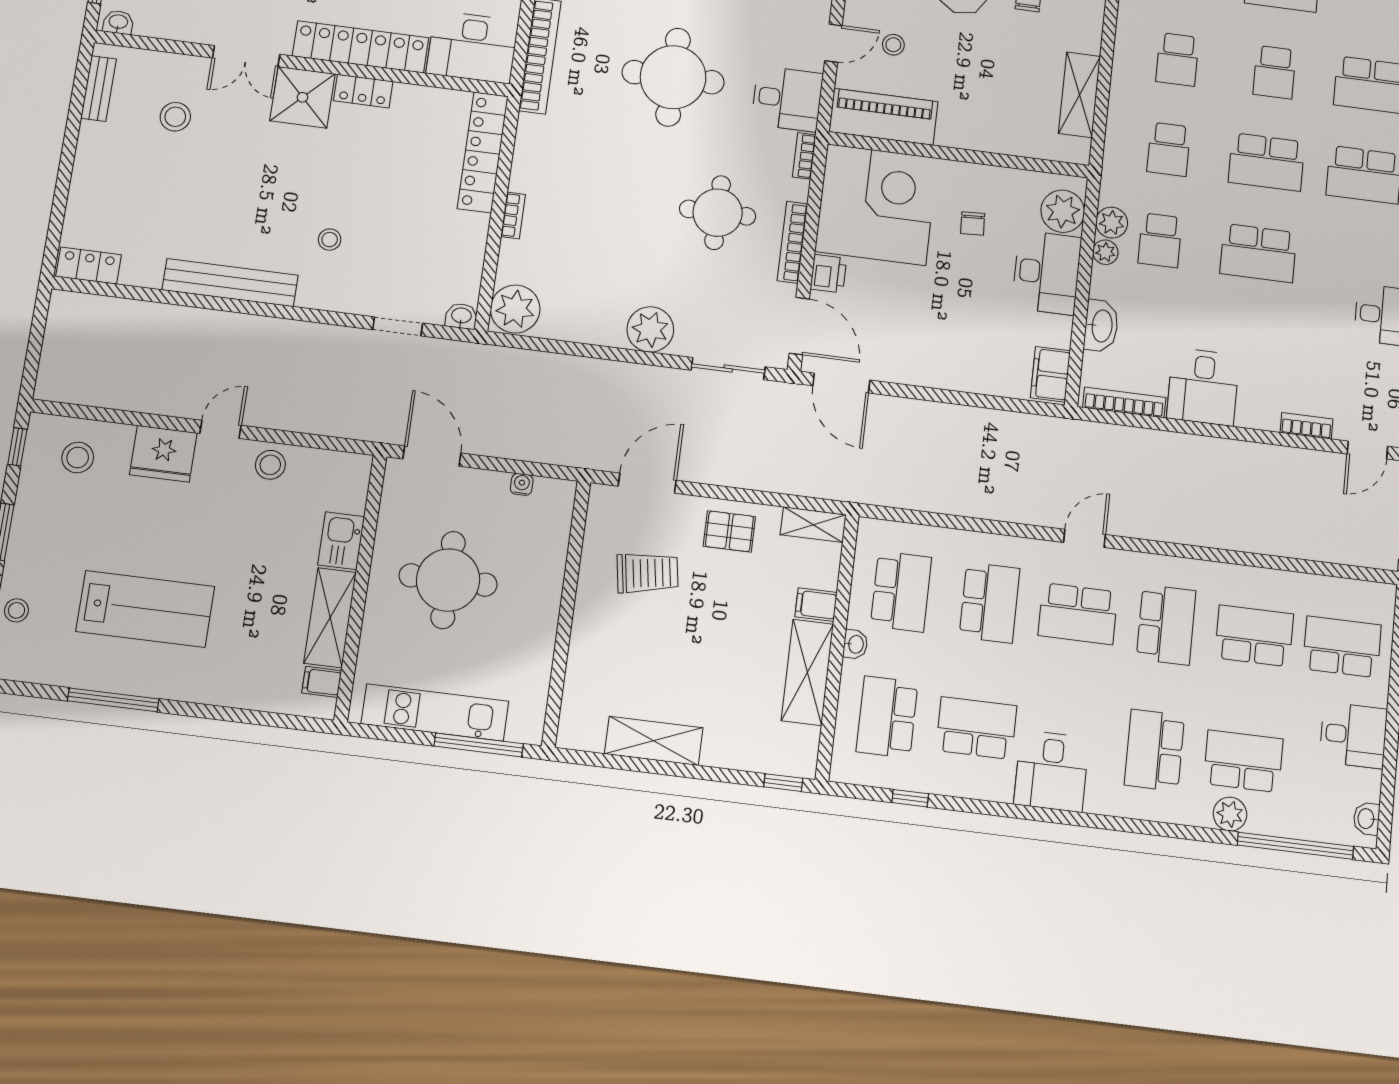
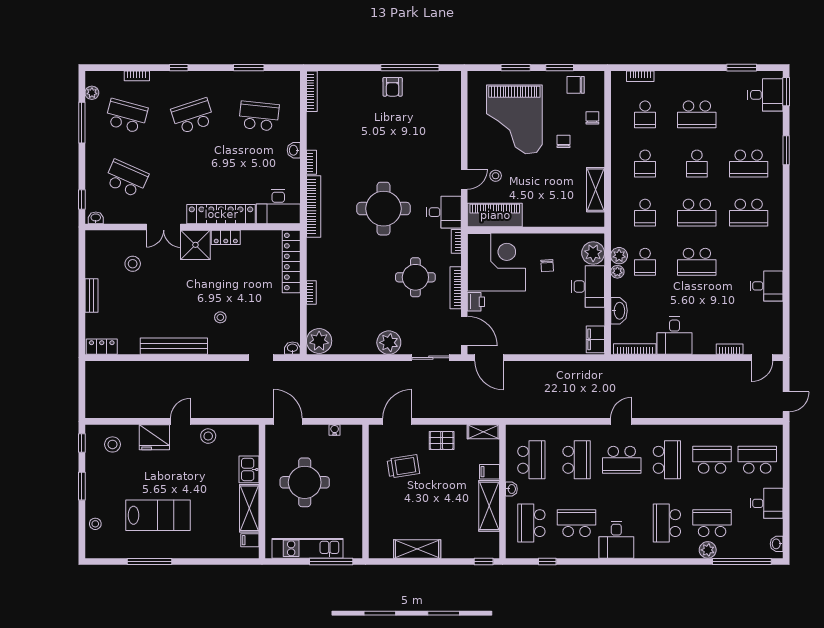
bench: (98, 89) -> (92, 295), moved

